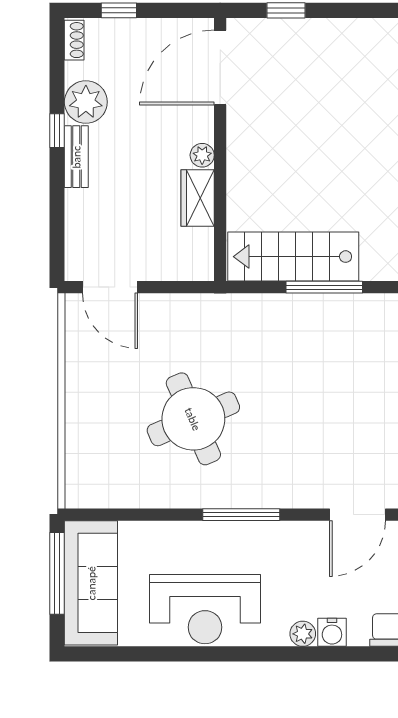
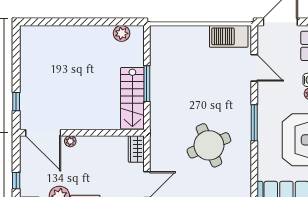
plant: (202, 155) -> (70, 141), moved
wardrobe: (198, 198) -> (136, 149), moved, turned 90

